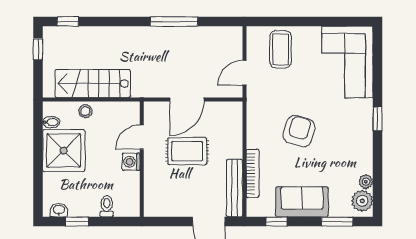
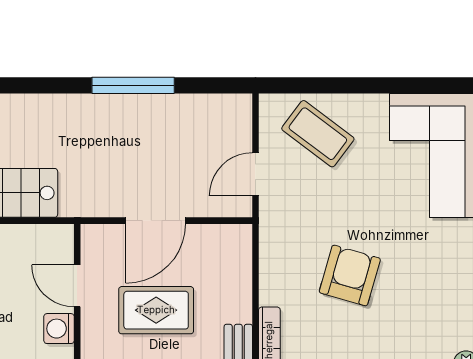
coffee table: (280, 49) -> (318, 134), turned -53
door: (142, 137) -> (77, 286), hinge flipped

